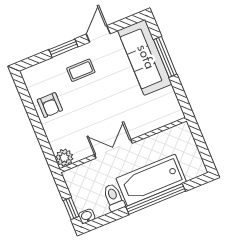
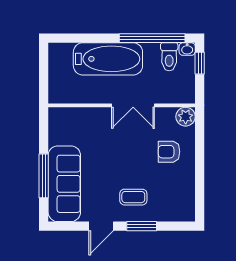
armchair: (50, 105) -> (169, 152), moved, turned -90
toilet: (114, 197) -> (169, 57), moved
window: (156, 199) -> (152, 38), moved

